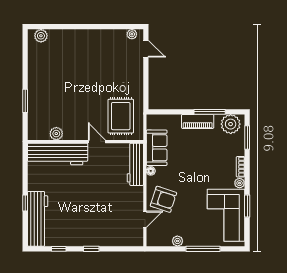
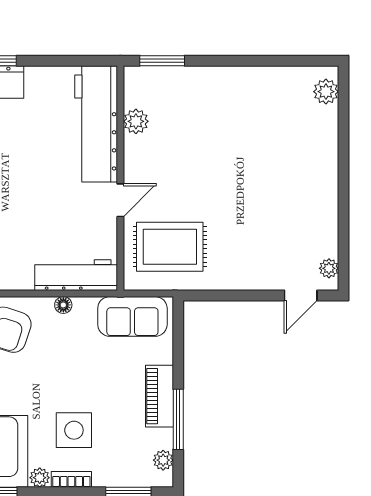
window: (25, 101) -> (162, 61), moved
plant: (231, 124) -> (163, 460), width x0.53, depth x0.53
sofa: (157, 148) -> (132, 316), moved
side table: (215, 165) -> (74, 430), added

